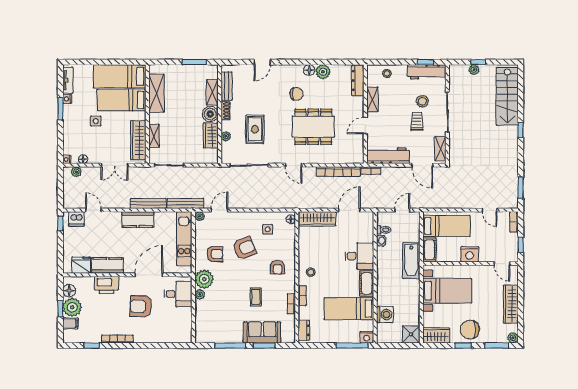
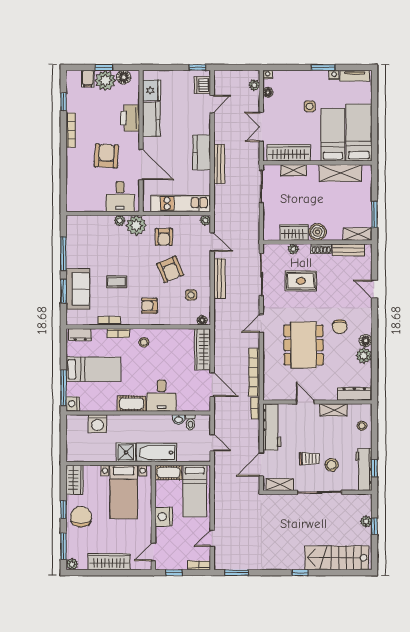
shelving: (212, 92) -> (358, 234), moved
bench: (185, 203) -> (219, 278), moved
bed: (349, 309) -> (93, 369), moved, turned 90
shower: (411, 334) -> (126, 452), moved

